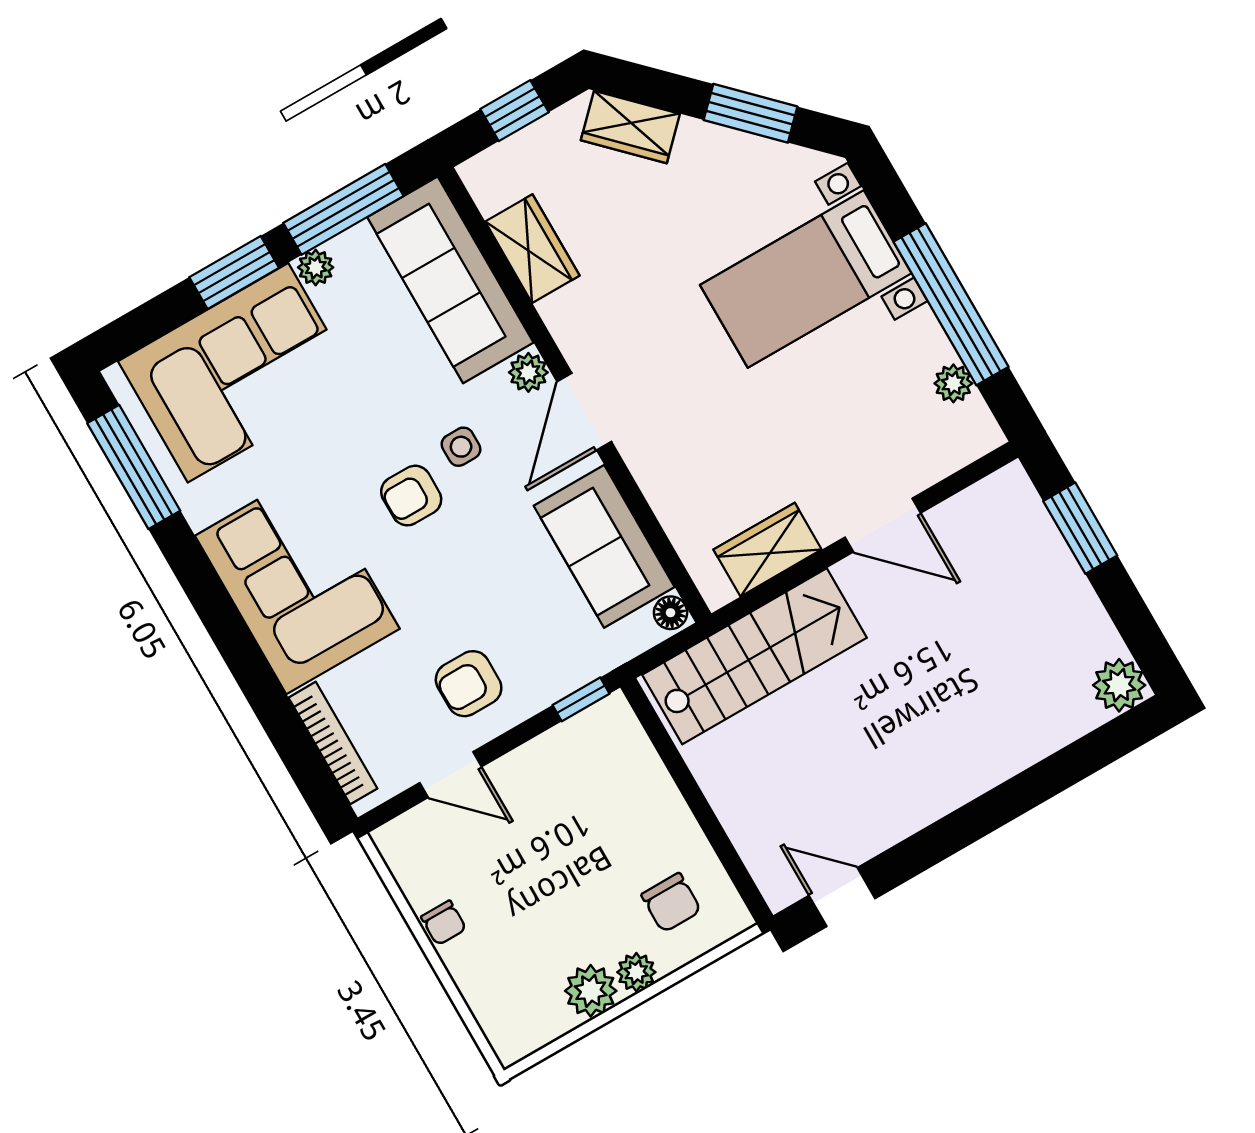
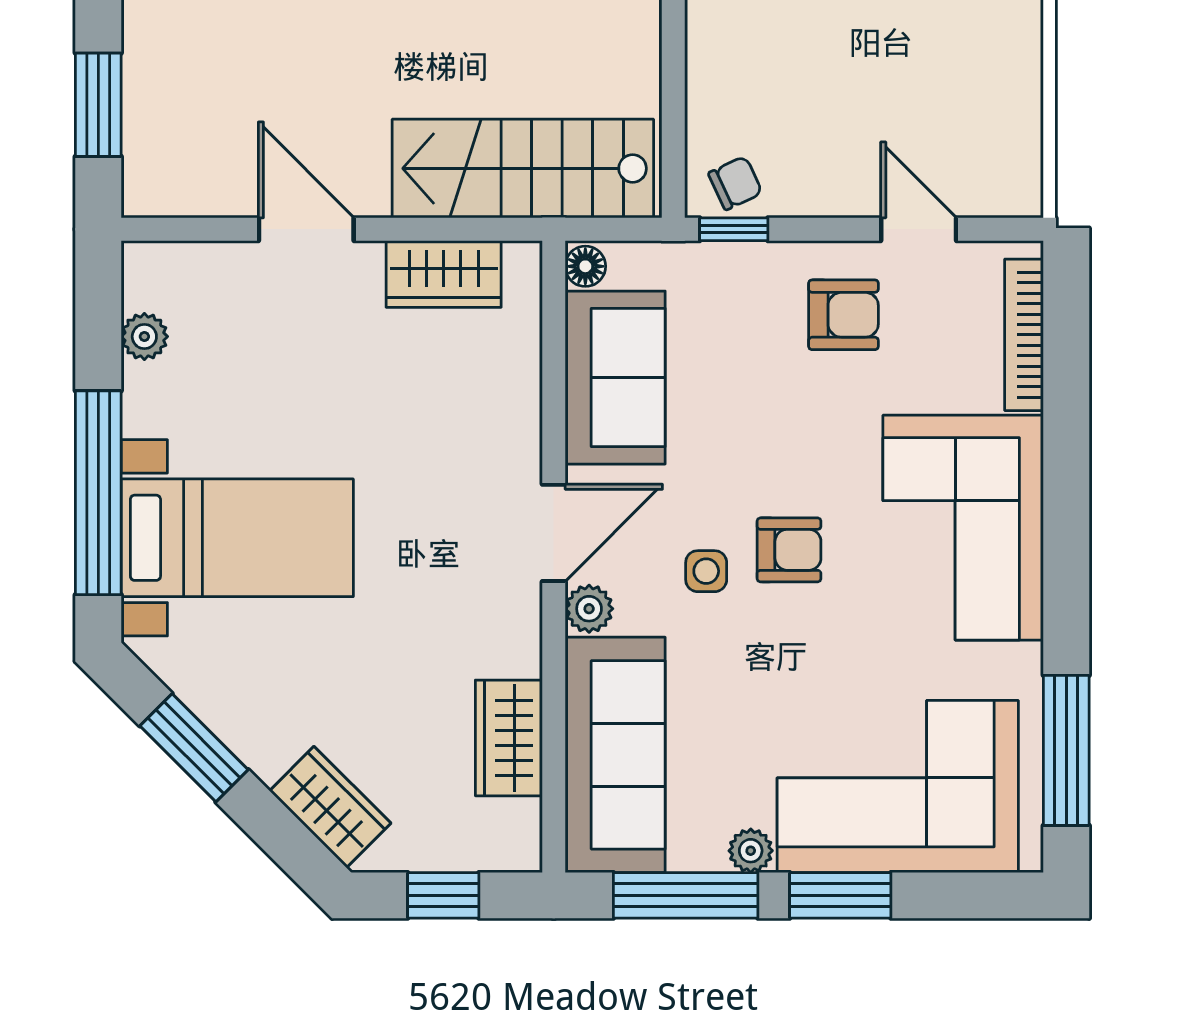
window: (951, 304) -> (98, 493), moved
chair: (444, 923) -> (735, 183), moved, turned 65

